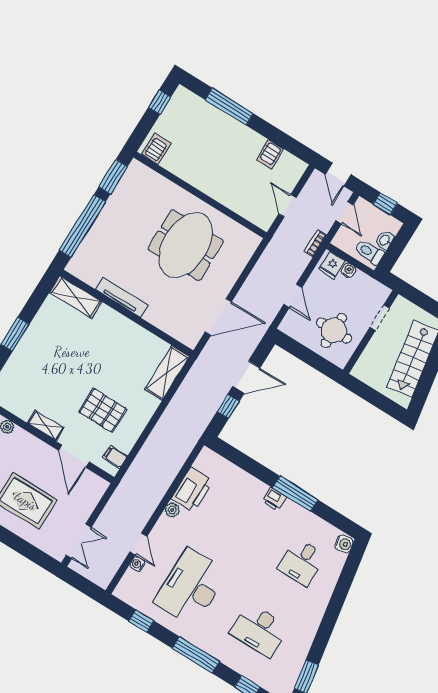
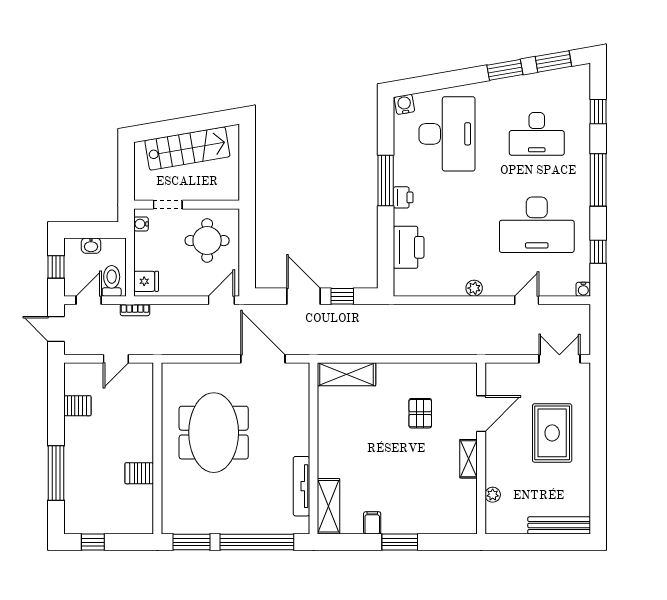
server rack: (156, 149) -> (139, 473), moved
door: (338, 174) -> (56, 329), swing flipped
meeting table: (186, 245) -> (214, 433), turned 90
toilet: (369, 252) -> (112, 281), moved, turned 180
water cooler: (348, 270) -> (141, 224), moved
door: (293, 296) -> (221, 300), moved
tv unit: (122, 297) -> (301, 486), moved
pallet: (103, 410) -> (420, 413), width x0.67, depth x0.71
filing cabinet: (115, 457) -> (372, 523), moved, turned 180
printer: (192, 490) -> (409, 247), moved, turned 90
desk: (302, 562) -> (447, 134), width x1.87, depth x1.30
water cooler: (137, 564) -> (583, 289), moved
desk: (259, 630) -> (537, 134), turned 90
window: (323, 636) -> (505, 70), added

